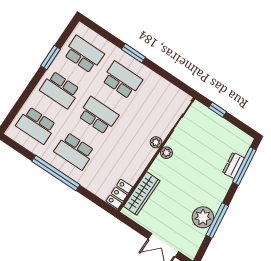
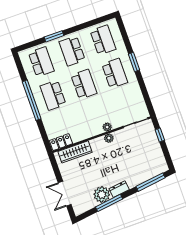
window: (50, 58) -> (54, 36), moved
school desk: (36, 125) -> (41, 62), turned 180
dresser: (233, 165) -> (119, 189), moved

